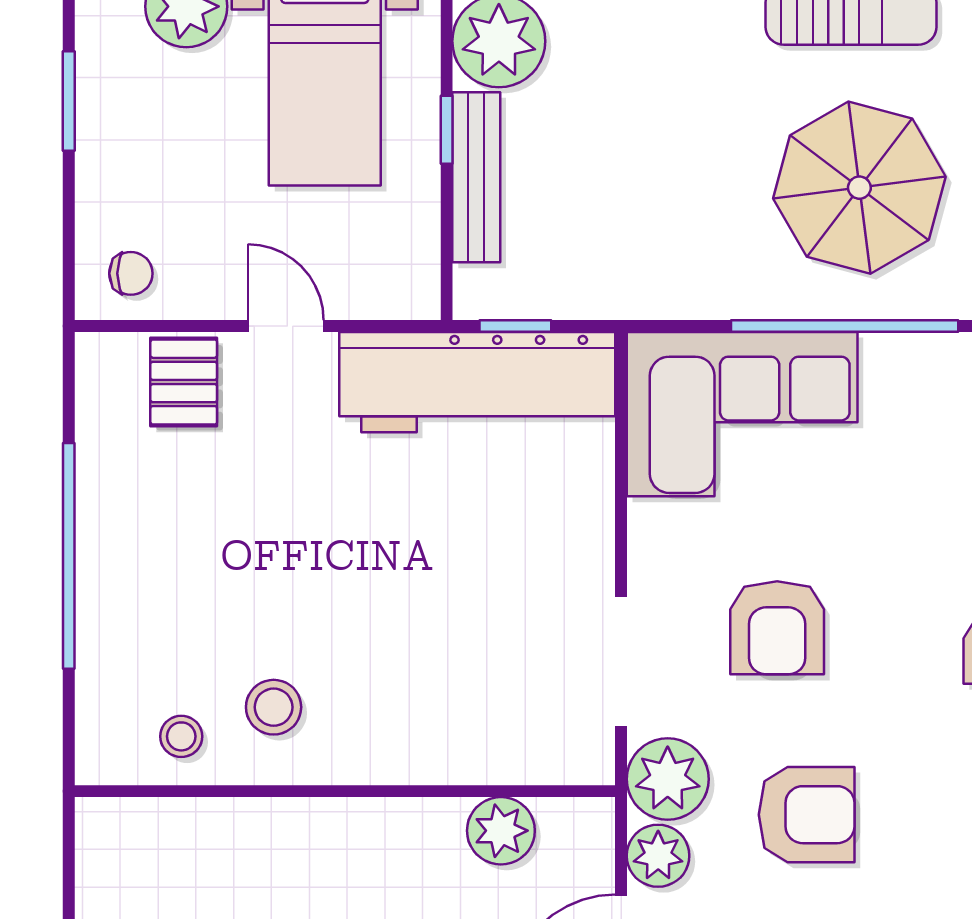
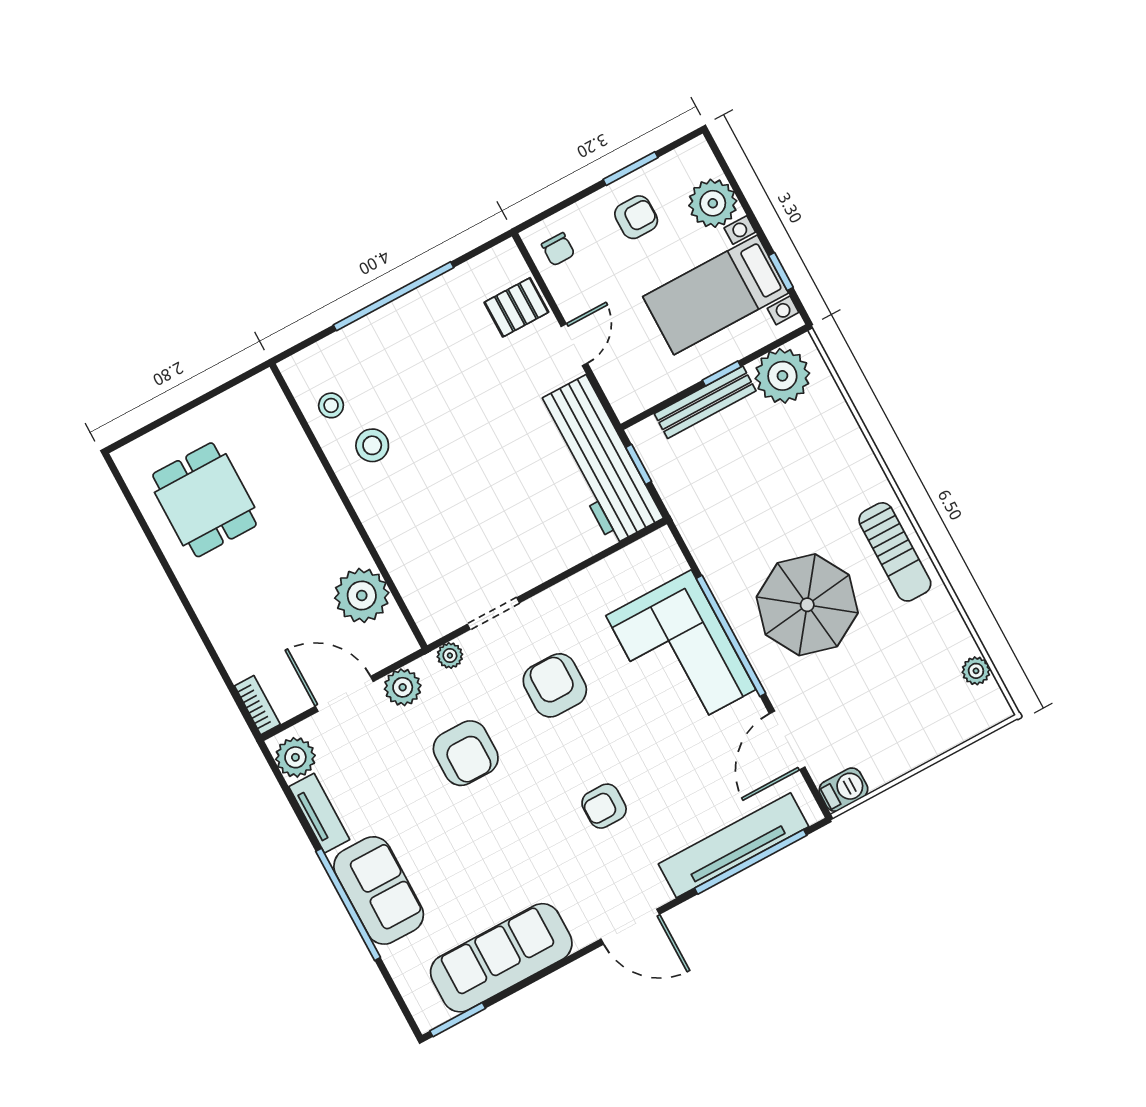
armchair: (146, 132) -> (636, 217), added
corner sofa: (742, 414) -> (681, 653), moved
armchair: (777, 628) -> (555, 685), turned 90
doorway: (621, 662) -> (493, 614), width x0.73
plant: (668, 779) -> (450, 656), width x0.53, depth x0.53
plant: (501, 831) -> (362, 595), width x1.36, depth x1.36

